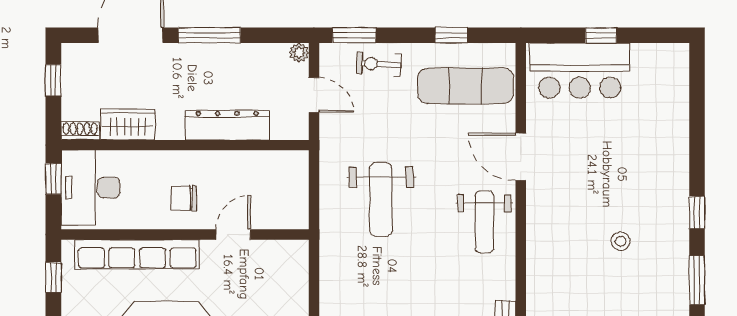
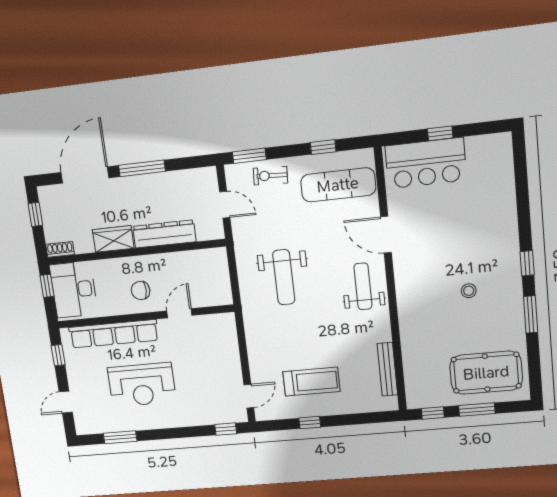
plant: (299, 53) -> (210, 174), removed
wardrobe: (128, 124) -> (113, 239), moved
weight bench: (484, 222) -> (363, 286), turned 180

